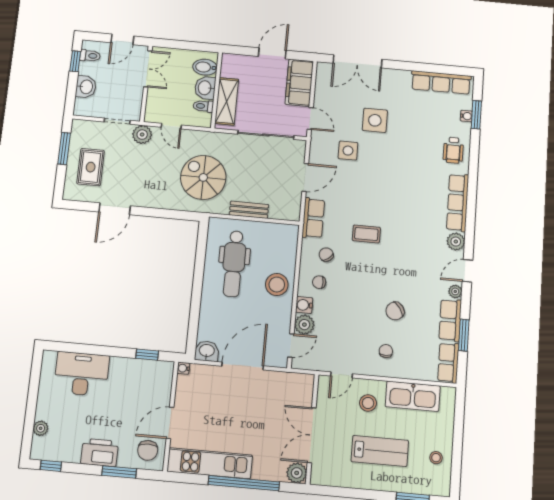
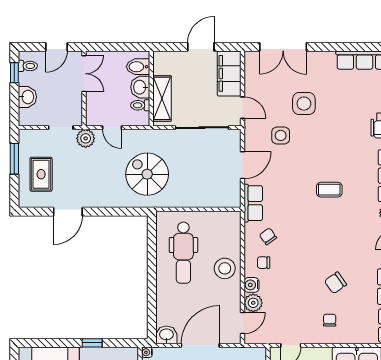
bench: (249, 210) -> (193, 201), removed
coffee table: (366, 234) -> (329, 190), moved
window: (147, 355) -> (92, 343), moved

